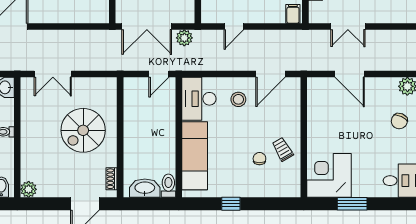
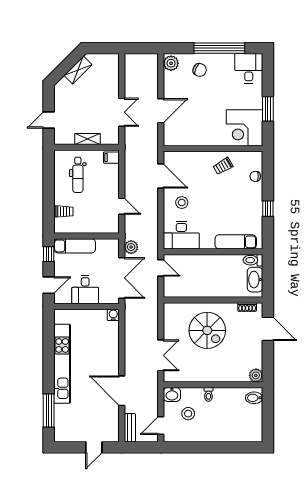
water cooler: (102, 16) -> (113, 315), added
exam couch: (195, 156) -> (236, 242), width x0.73, depth x0.69
chair: (259, 159) -> (255, 176), moved

